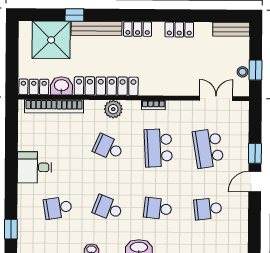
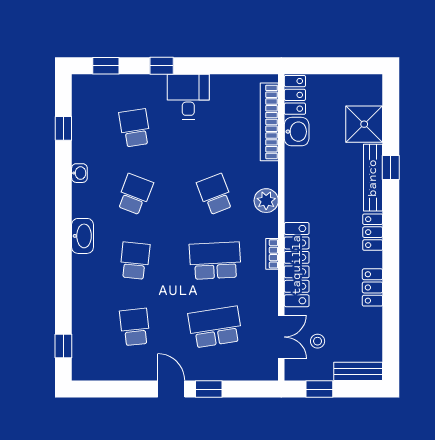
window: (74, 15) -> (391, 167), moved
bench: (231, 29) -> (358, 371), moved, turned 90
shower: (51, 40) -> (364, 124), width x0.73, depth x0.73
stool: (243, 72) -> (318, 341), moved
locker: (106, 86) -> (297, 265), moved
school desk: (108, 148) -> (215, 194), turned -45
window: (11, 187) -> (162, 66), added

